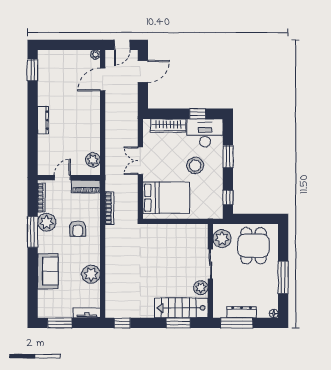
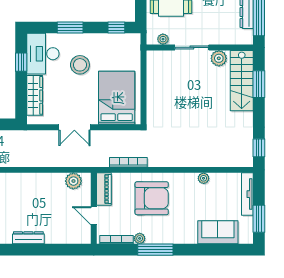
plant: (47, 222) -> (140, 238), width x0.53, depth x0.53
armchair: (78, 229) -> (152, 198), width x1.88, depth x1.88
plant: (222, 239) -> (163, 39), width x0.53, depth x0.53
sofa: (48, 271) -> (218, 232), moved
plant: (91, 274) -> (204, 178), width x0.53, depth x0.53
tv unit: (87, 313) -> (247, 194), width x1.41

